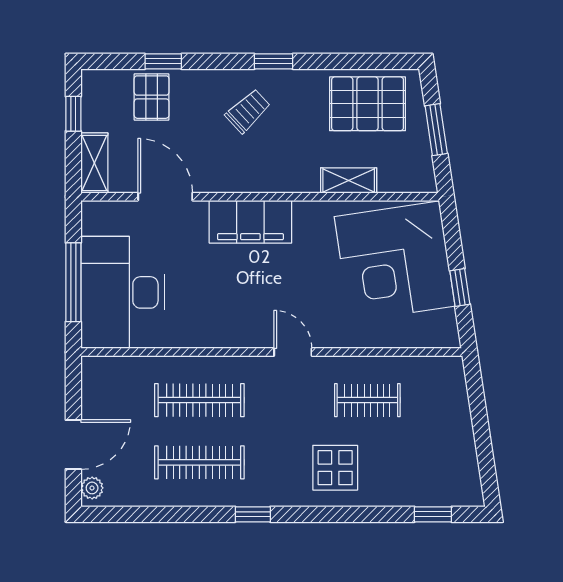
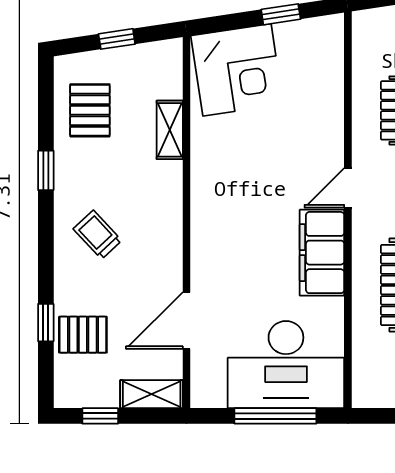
window: (273, 61) -> (46, 170), moved
pallet: (368, 104) -> (90, 110), width x0.67, depth x0.71
window: (436, 130) -> (117, 39), width x0.67
filing cabinet: (250, 222) -> (322, 253), moved, turned 180
corner desk: (395, 261) -> (237, 70), width x0.74, depth x0.74

